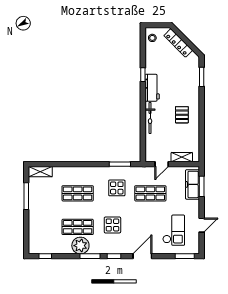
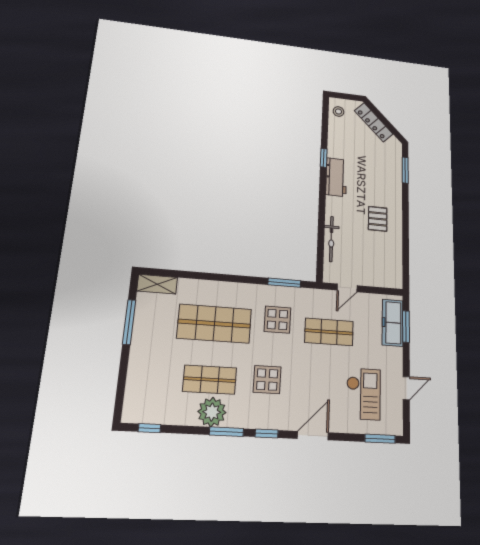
bicycle: (150, 118) -> (331, 239), moved
shelving: (182, 157) -> (377, 280), removed
shop shelf: (78, 193) -> (214, 324), width x1.43, depth x1.36

